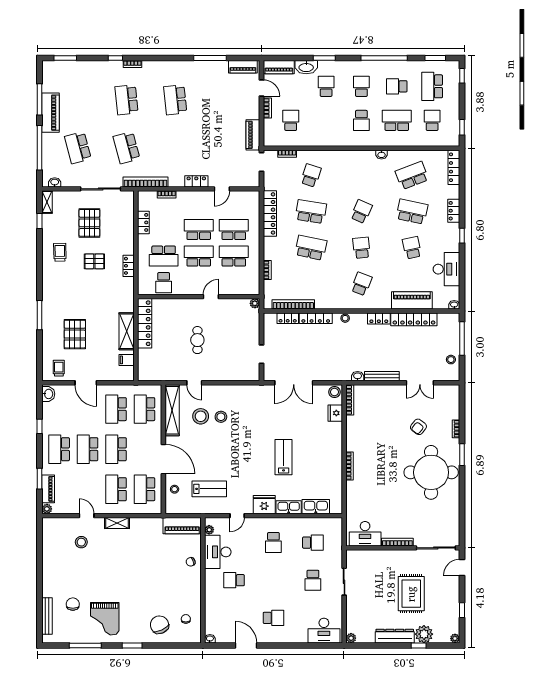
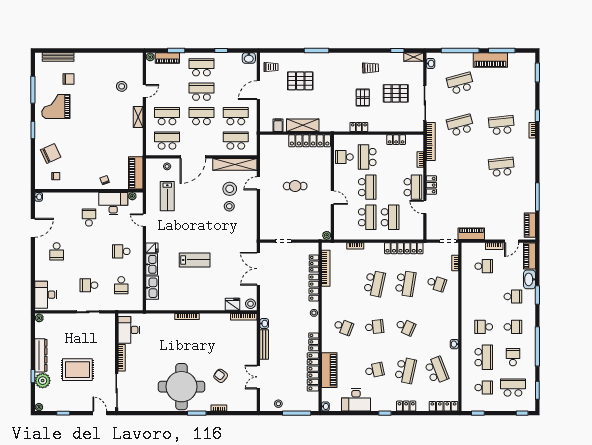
school desk: (199, 230) -> (413, 187), moved
fridge: (264, 505) -> (152, 248), width x0.53, depth x0.75

